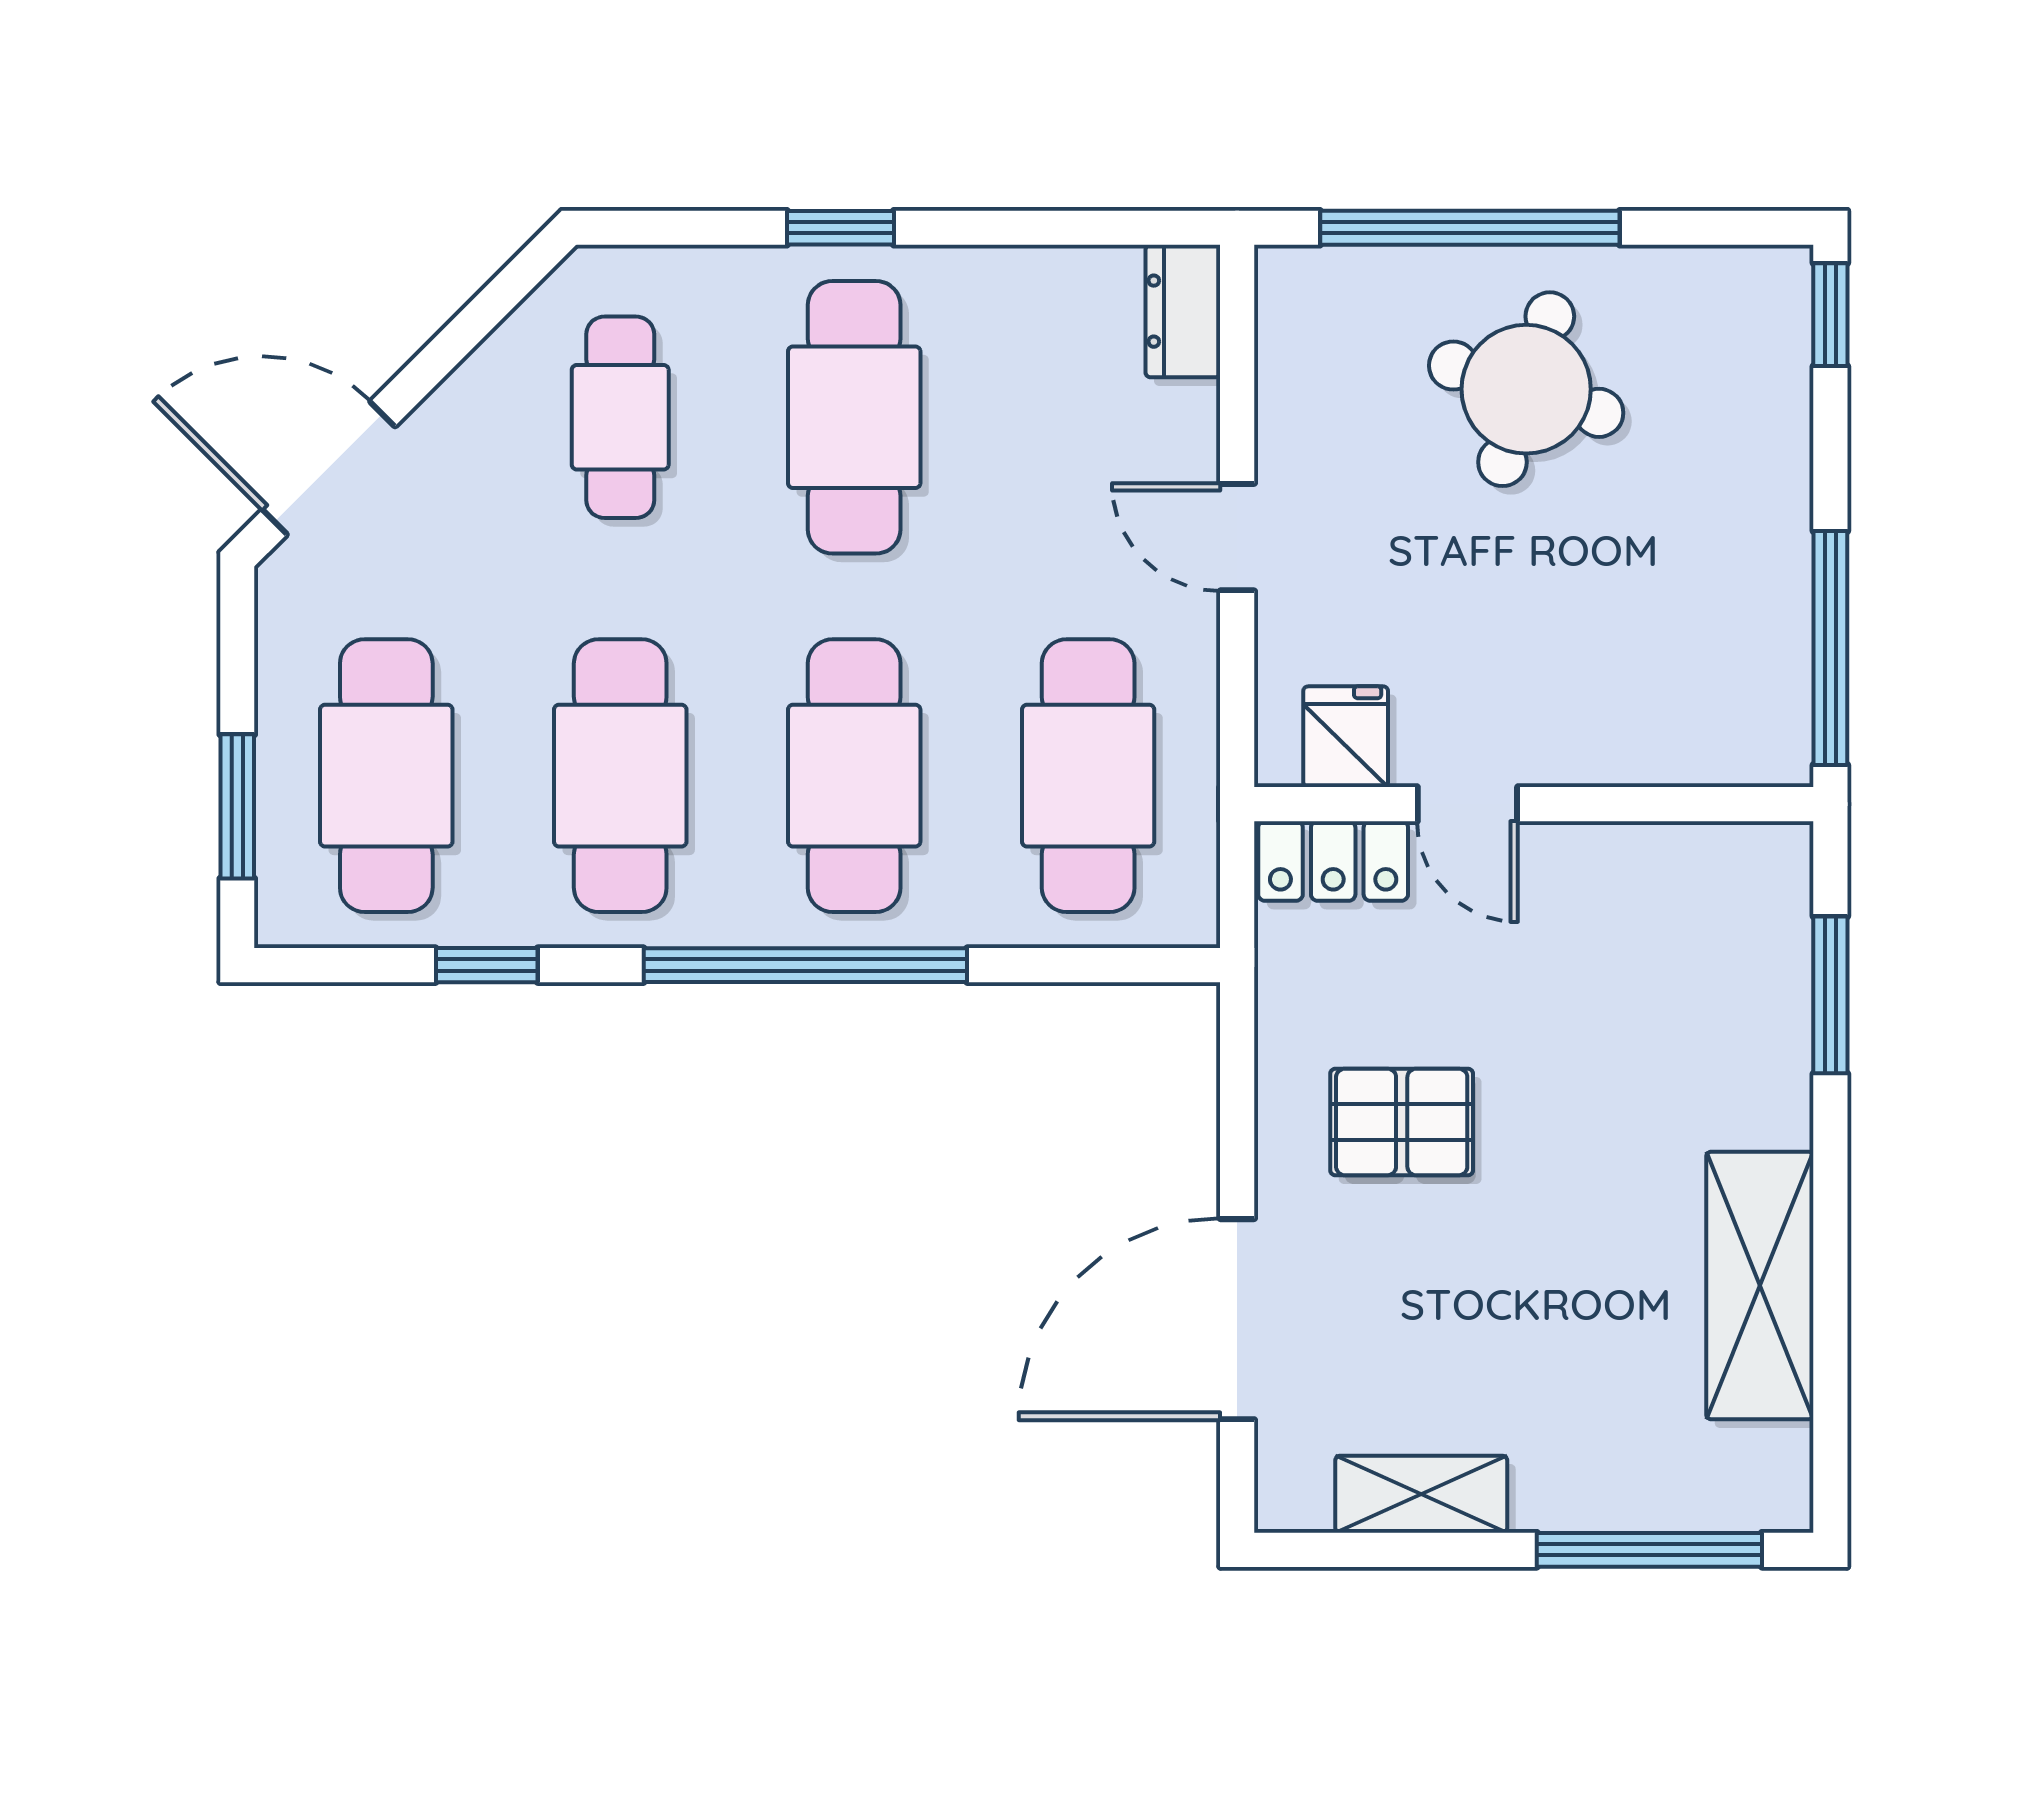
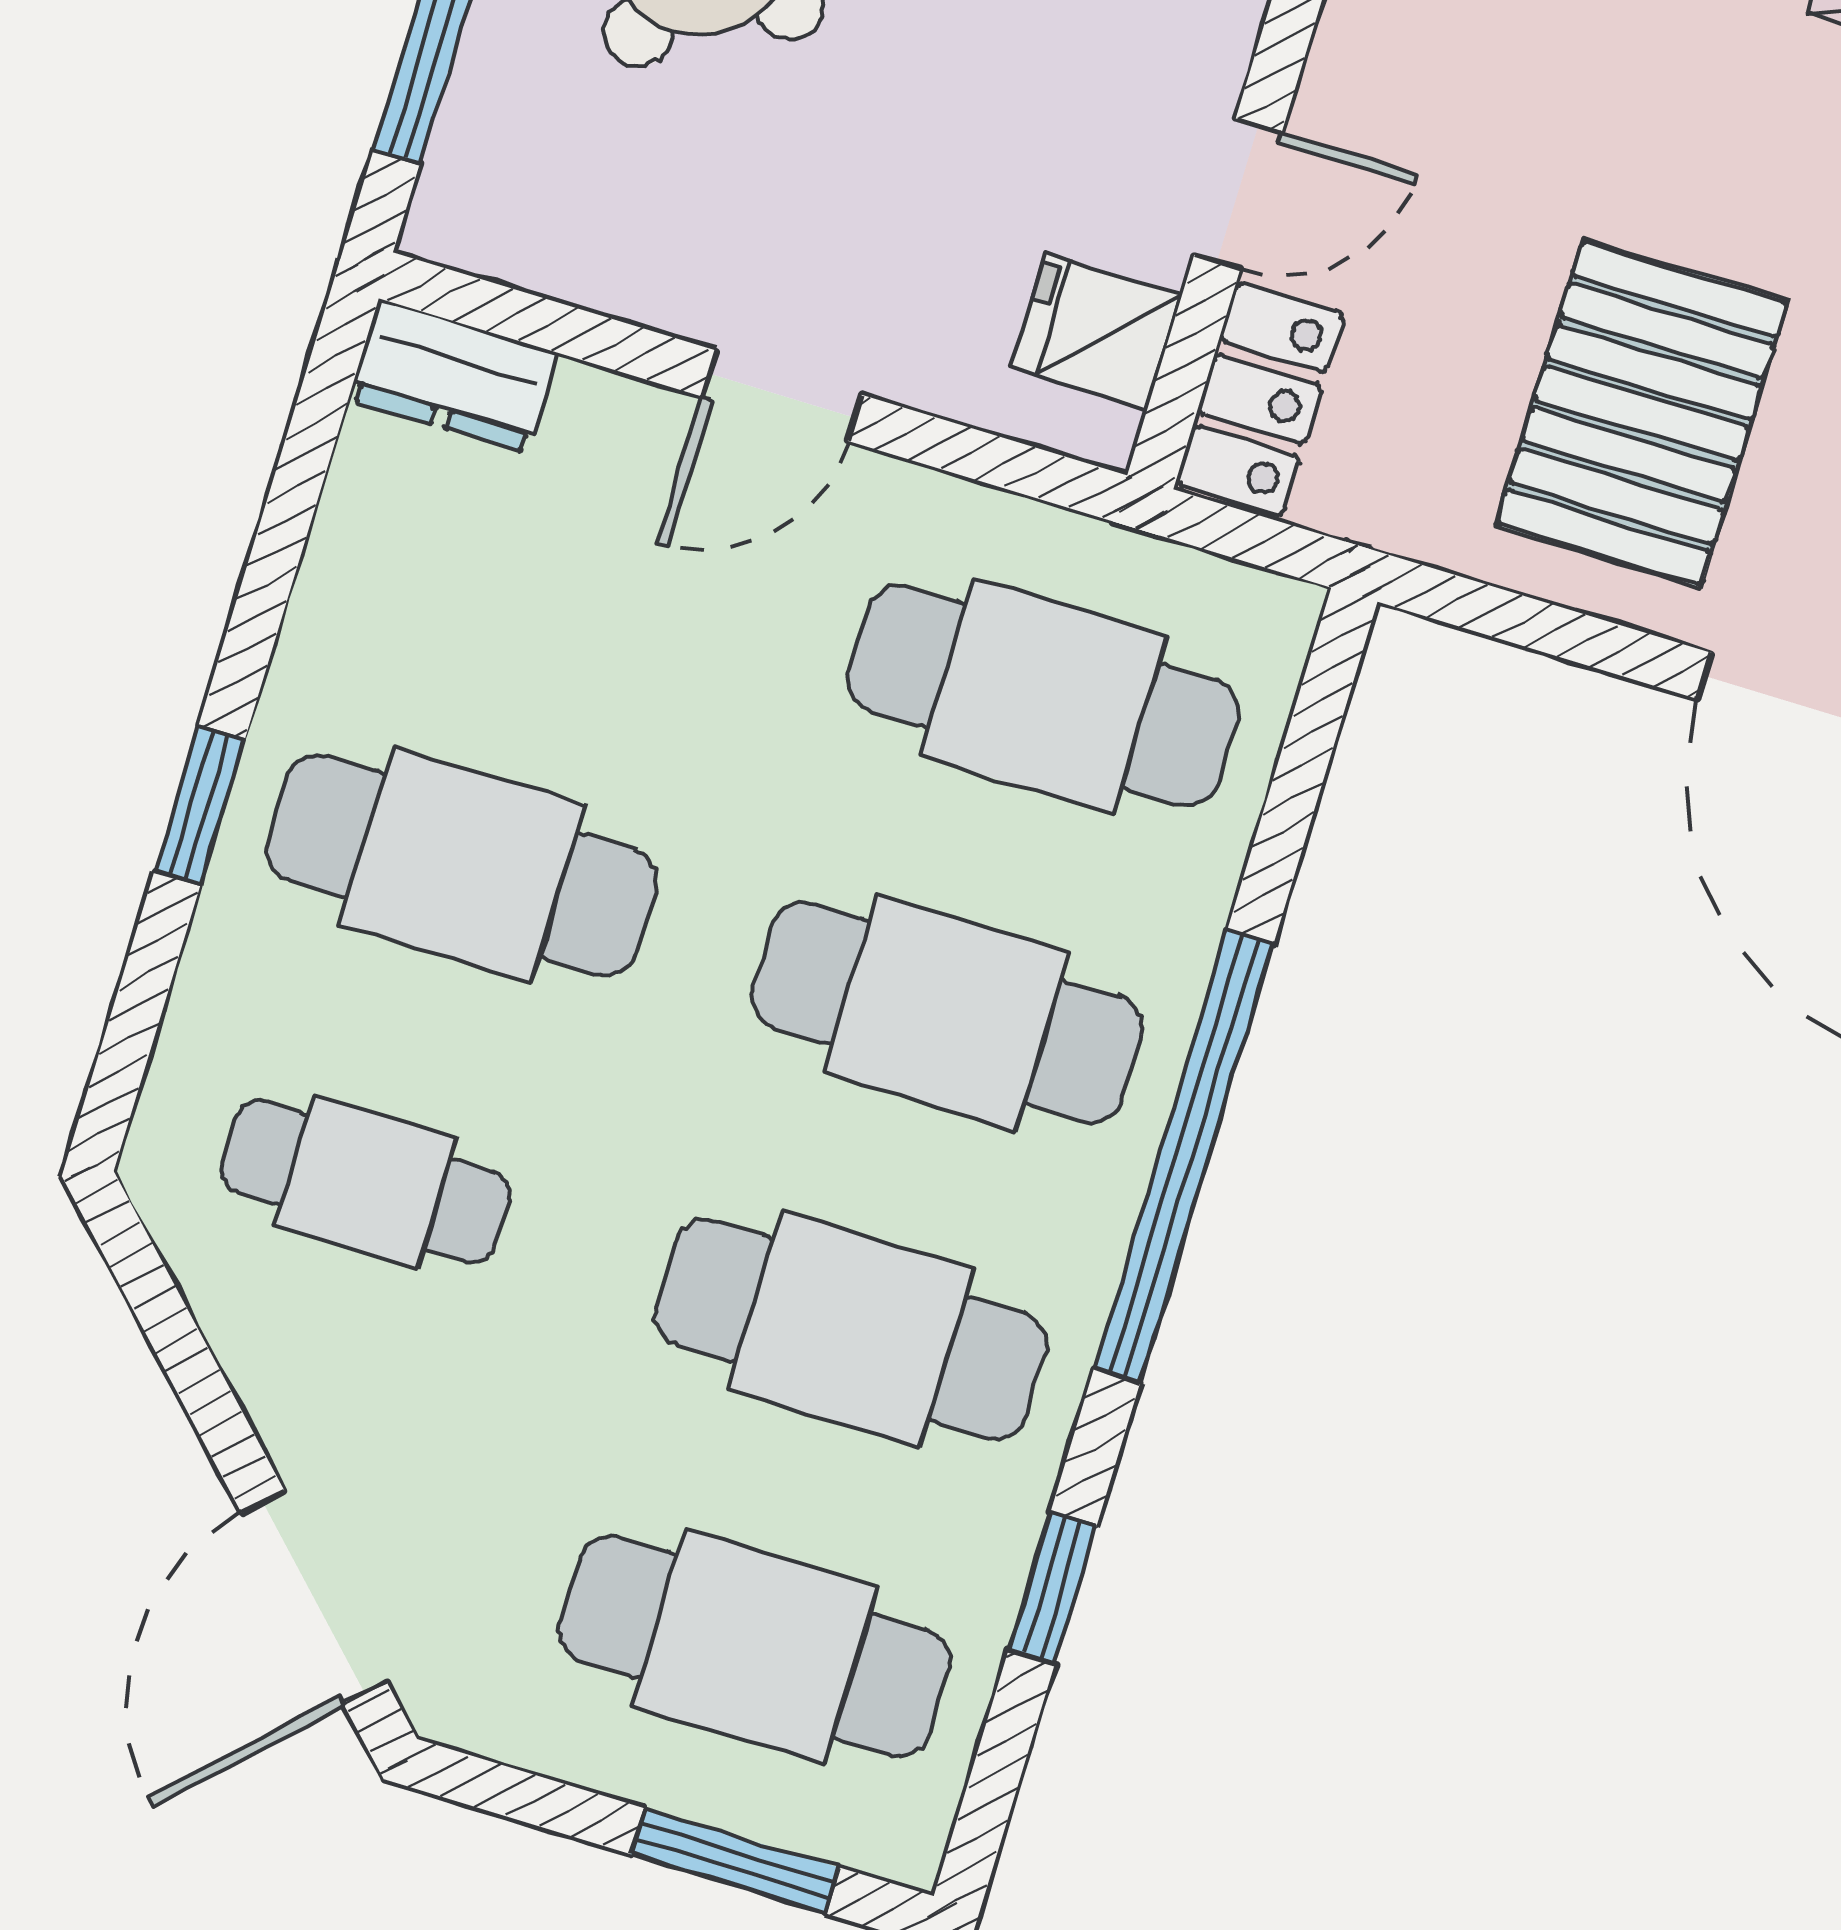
pallet: (1402, 1122) -> (1642, 413), width x1.50, depth x1.42

